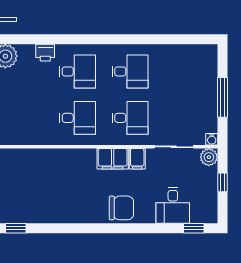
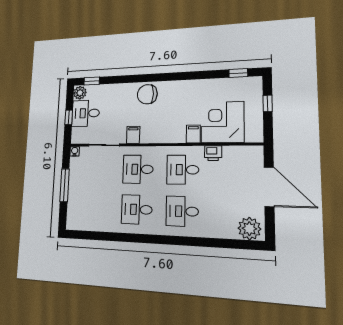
printer: (45, 53) -> (213, 153), moved, turned 180
plant: (209, 157) -> (80, 93), moved
filing cabinet: (113, 159) -> (193, 134), moved, width x0.50
corner desk: (33, 172) -> (222, 122), added
desk: (173, 205) -> (86, 113), moved, turned -90

